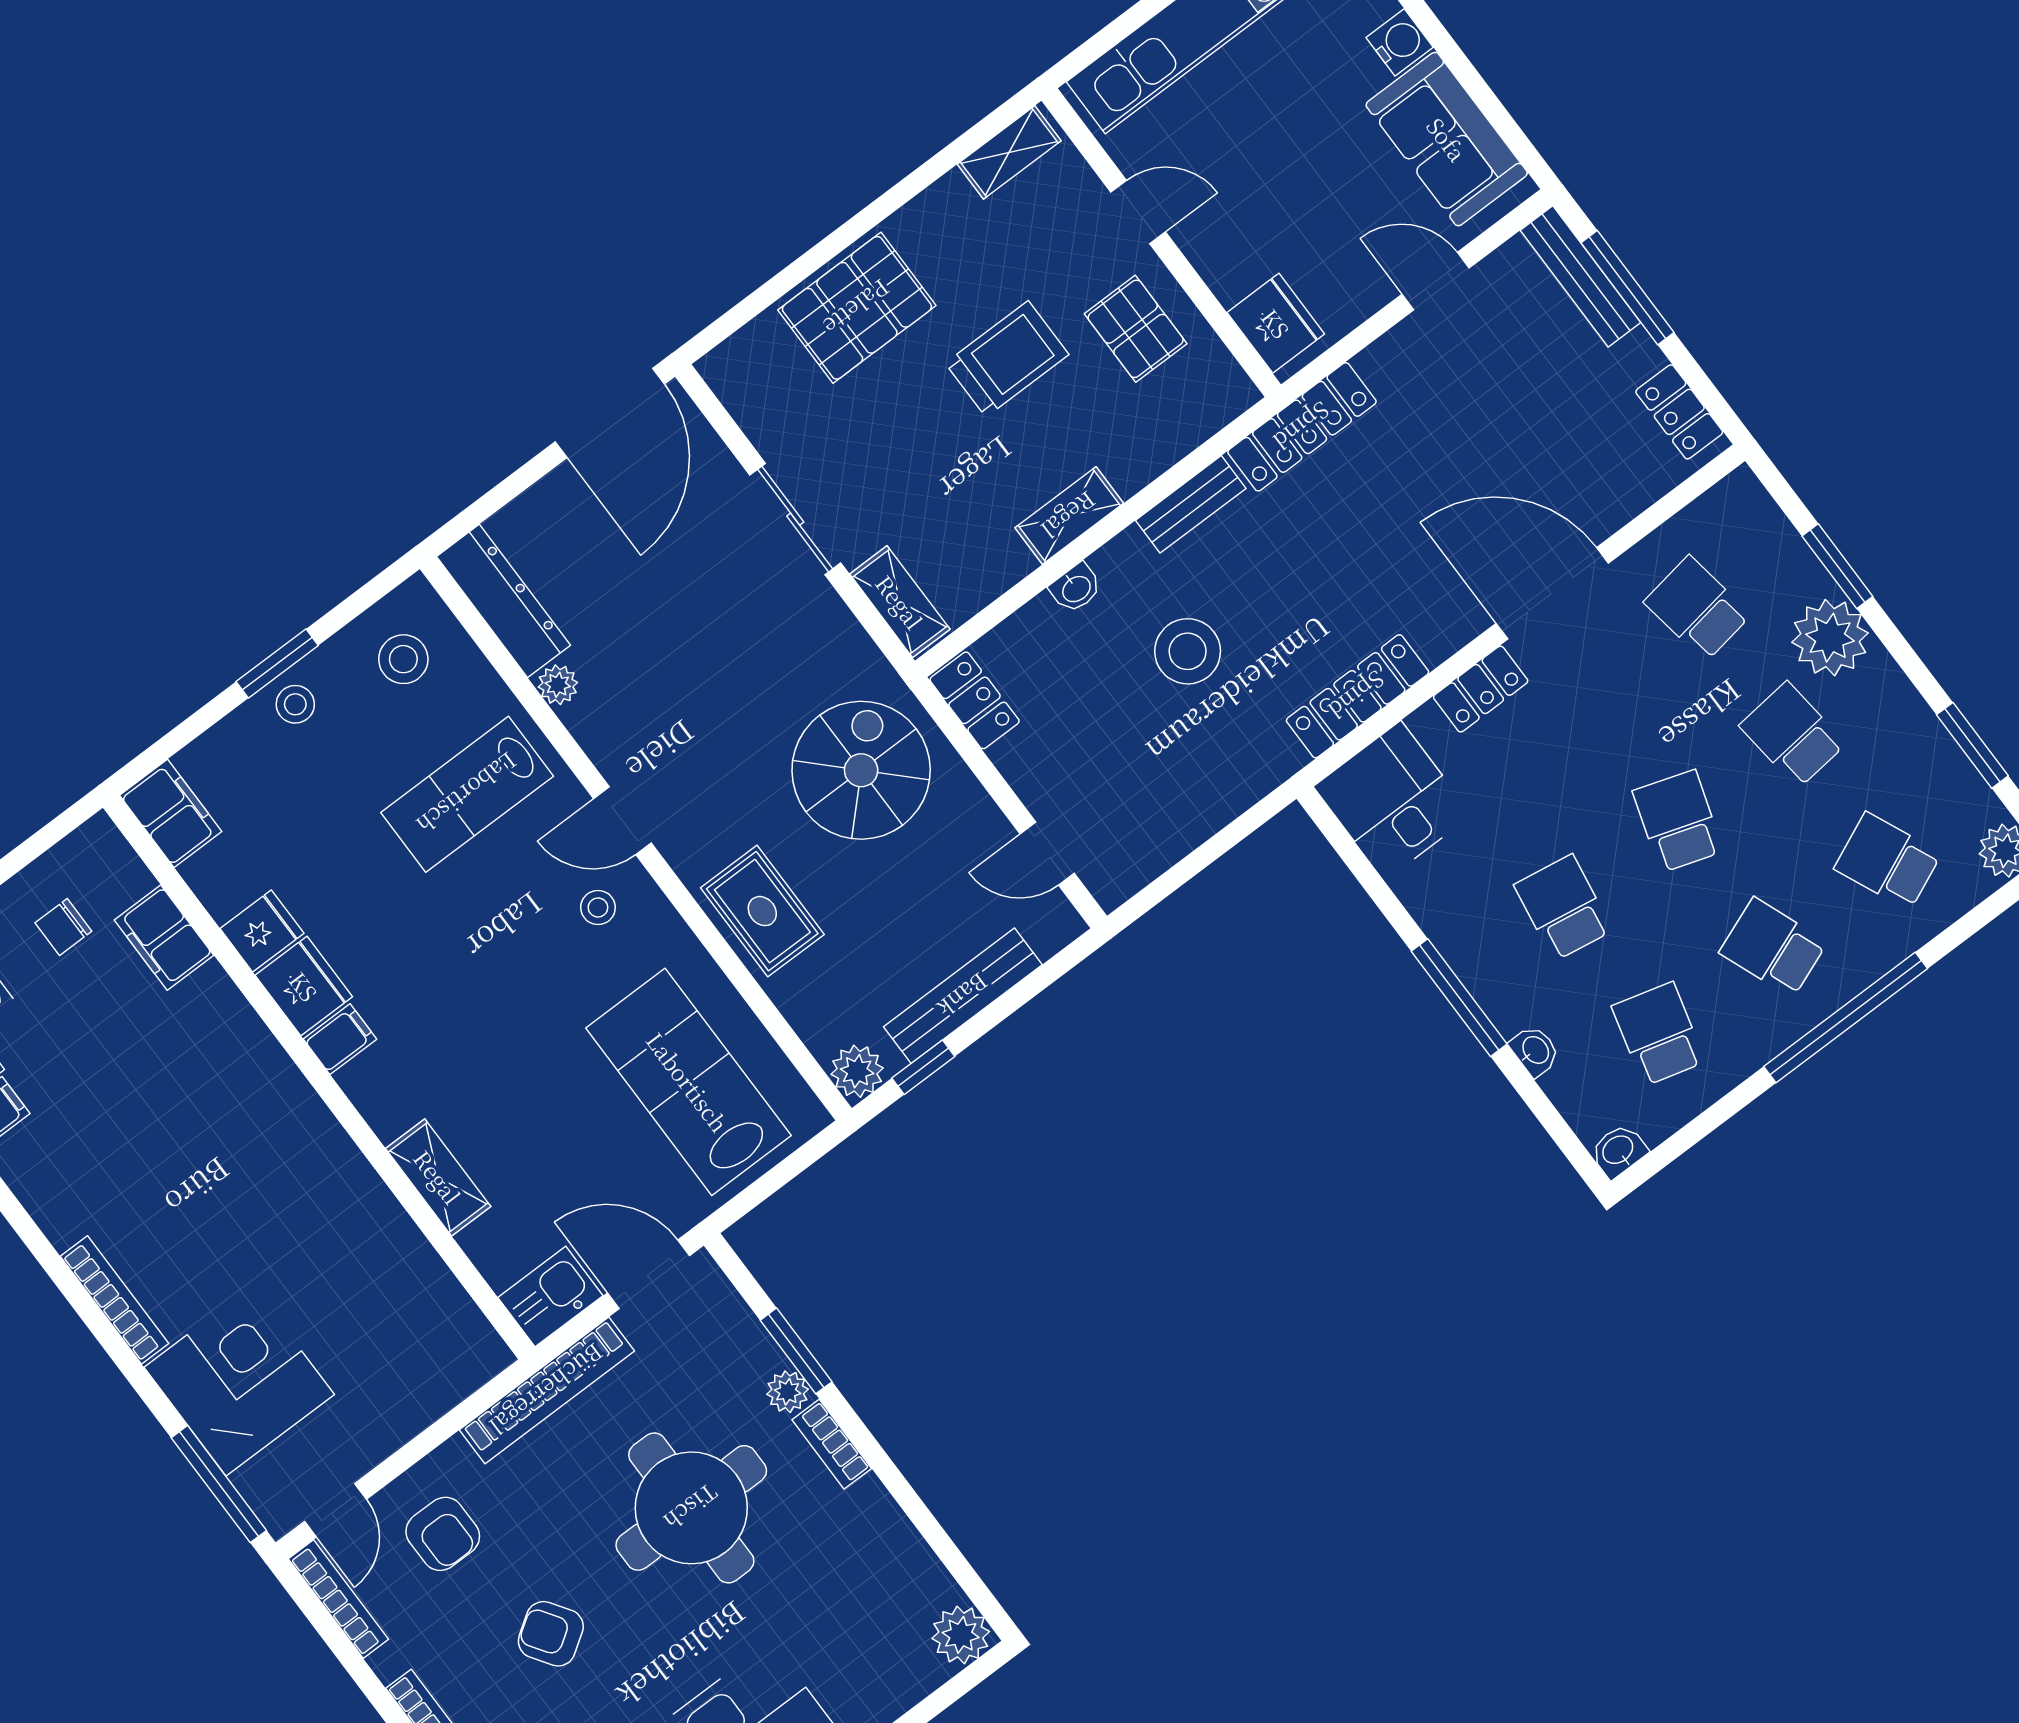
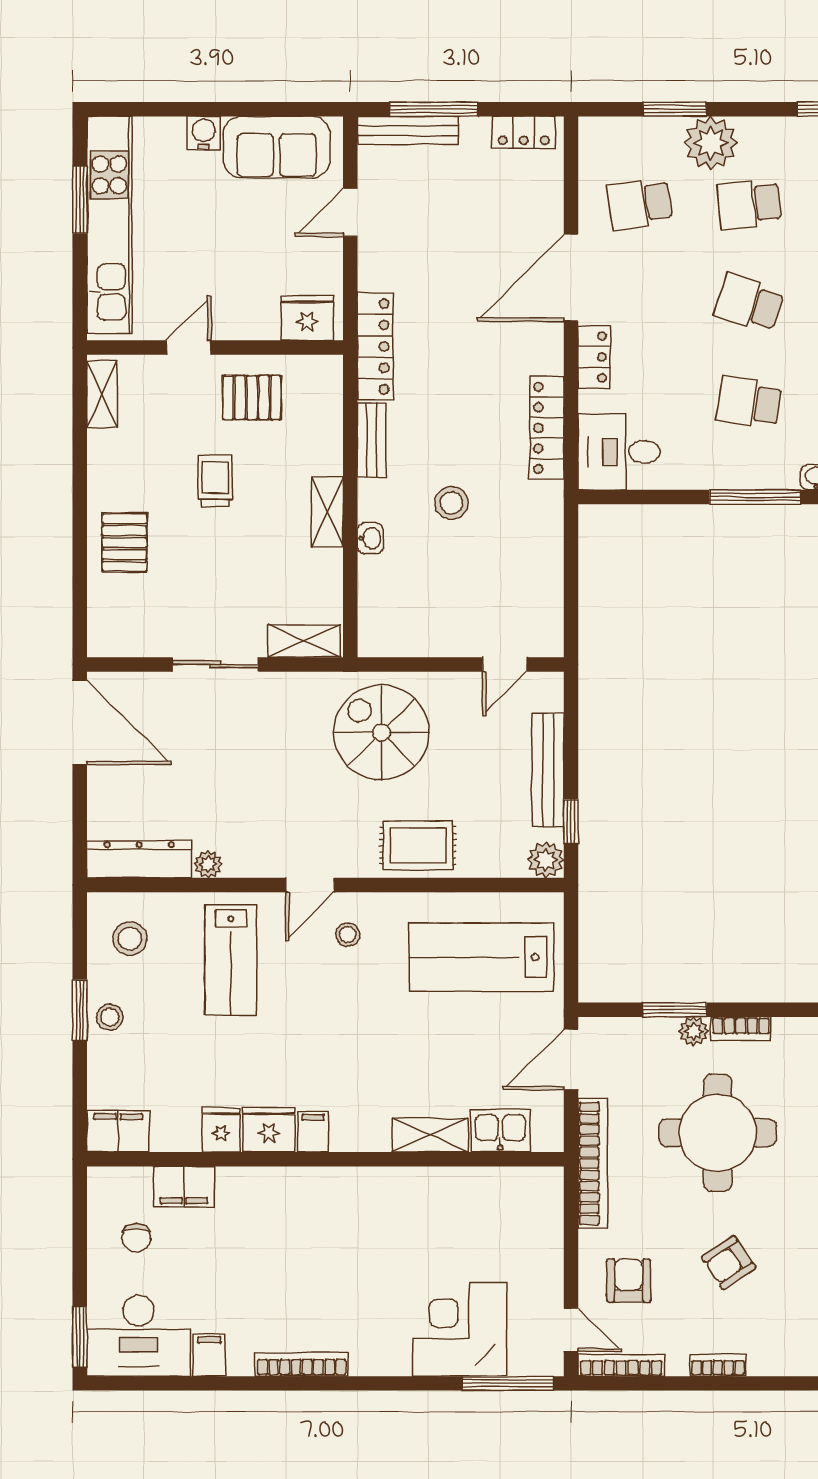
pallet: (857, 308) -> (125, 543), width x0.67, depth x0.71
trolley: (1007, 359) -> (215, 481), width x0.73, depth x0.72
stool: (1188, 651) -> (451, 503), width x0.73, depth x0.73
locker: (975, 700) -> (390, 641), removed
kitchen sink: (550, 1297) -> (500, 1131), moved, turned 90
bookcase: (115, 1300) -> (302, 1364), moved
armchair: (443, 1534) -> (629, 1281), turned -90

